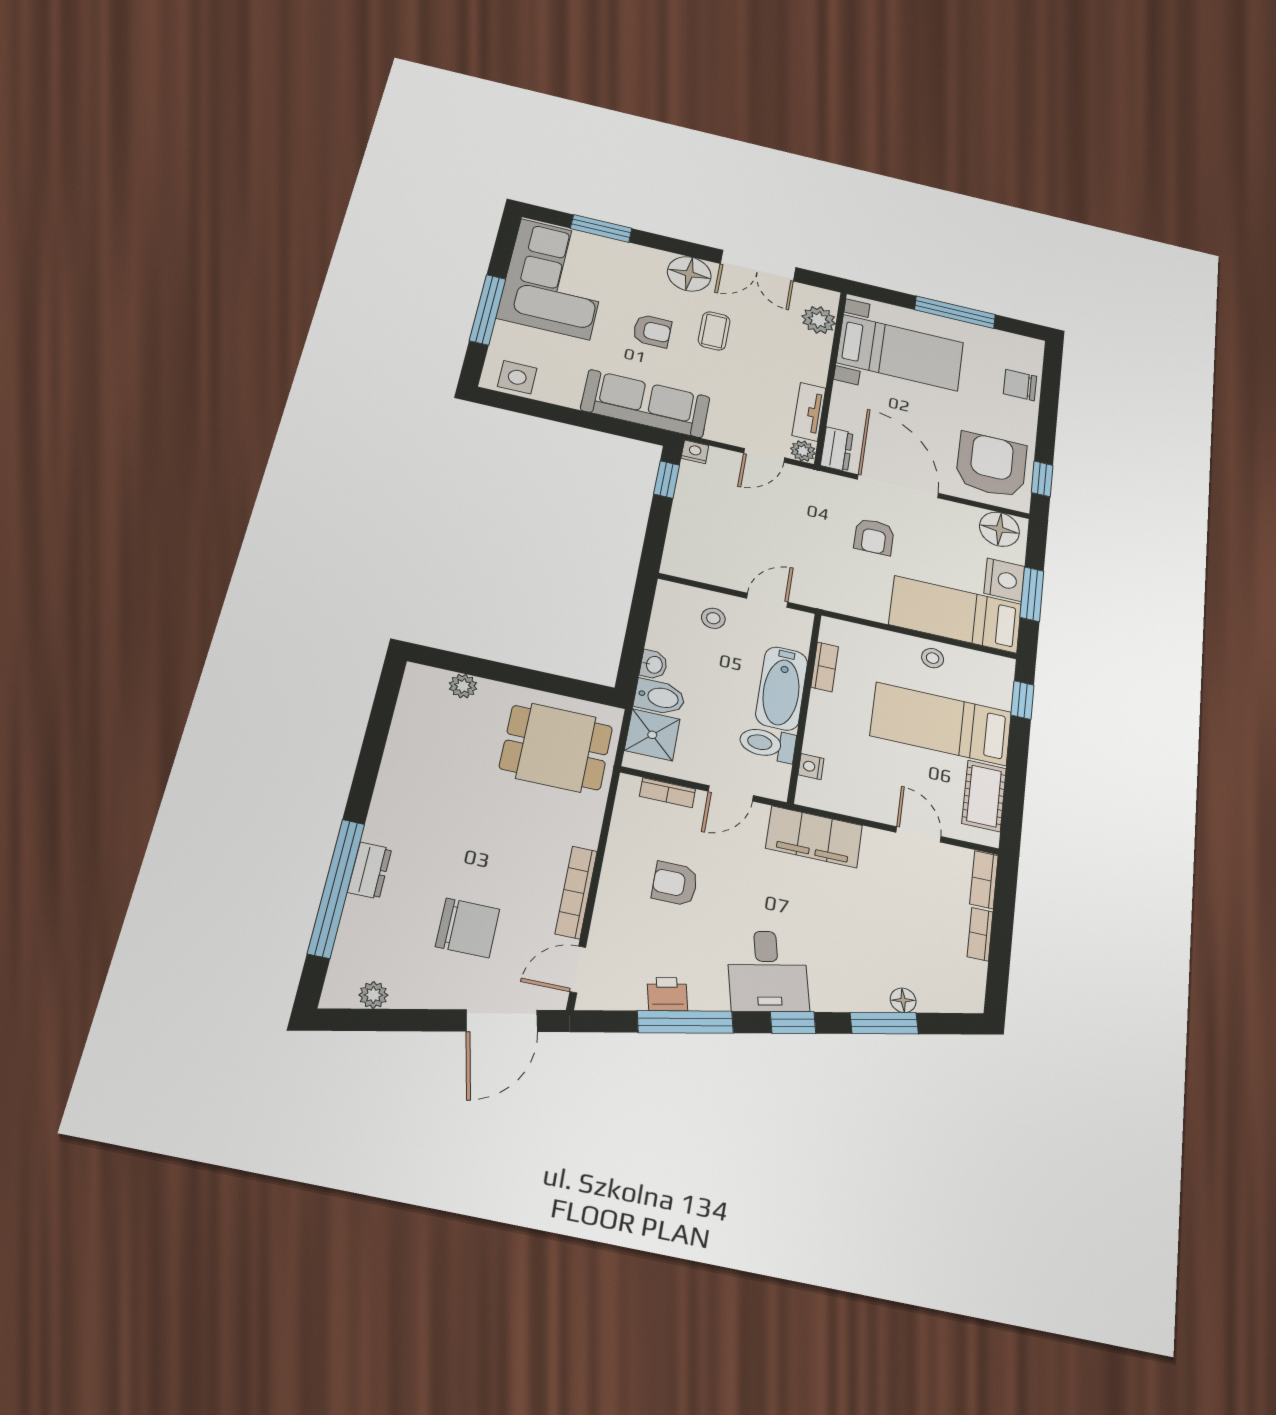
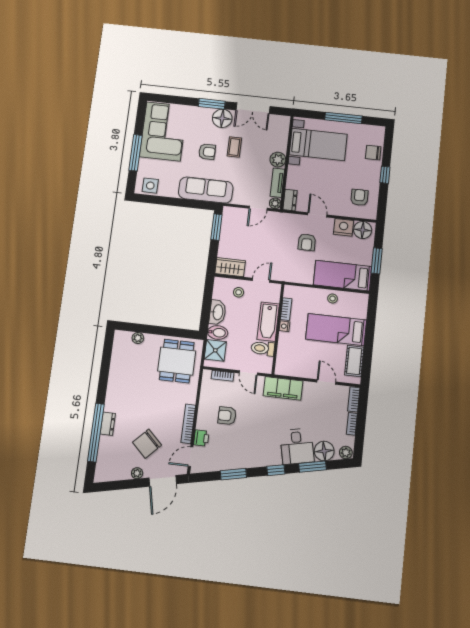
window: (601, 228) -> (212, 104), moved
plant: (819, 320) -> (278, 160), moved
nightstand: (695, 452) -> (228, 211), removed
armchair: (991, 465) -> (359, 197), width x0.53, depth x0.53
window: (1042, 479) -> (385, 175), moved
window: (667, 480) -> (216, 227), width x1.50
door: (898, 486) -> (317, 215), width x0.53
wardrobe: (695, 564) -> (230, 267), added
nightstand: (1004, 580) -> (344, 227), moved, turned -90
washbasin: (654, 665) -> (218, 312), width x1.91, depth x1.45
window: (1022, 700) -> (372, 313), removed
dining table: (556, 747) -> (177, 361), turned 90
nightstand: (811, 767) -> (285, 326), moved
door: (731, 793) -> (248, 373), hinge flipped
chair: (467, 928) -> (147, 444), turned 134
desk: (768, 971) -> (297, 446), moved
printer: (667, 994) -> (201, 438), moved, turned 102
plant: (373, 995) -> (137, 473), moved
plant: (966, 998) -> (346, 453), added
floor lamp: (903, 1000) -> (324, 451), width x1.89, depth x1.89
window: (685, 1022) -> (233, 474), width x0.69

